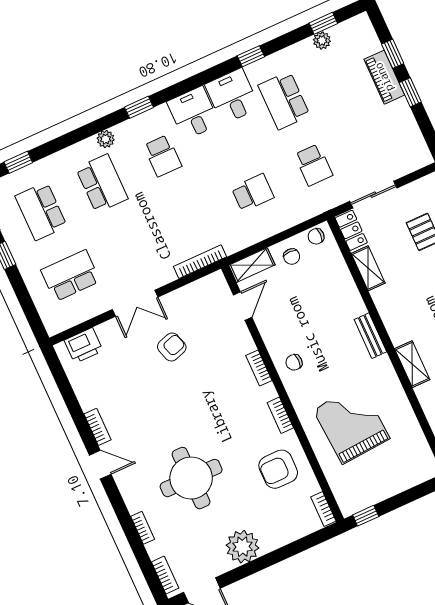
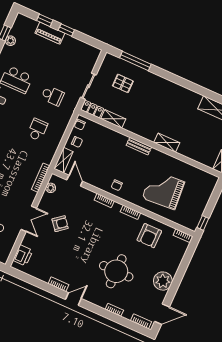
plant: (201, 287) -> (51, 188), added
armchair: (172, 347) -> (60, 224), turned 69

